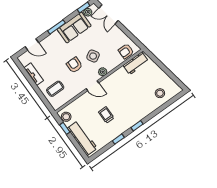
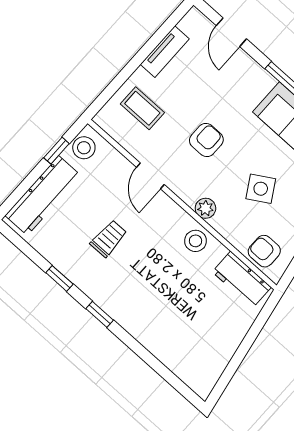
side table: (93, 56) -> (261, 189), moved
door: (92, 86) -> (150, 176), moved
stool: (160, 93) -> (196, 241), moved

